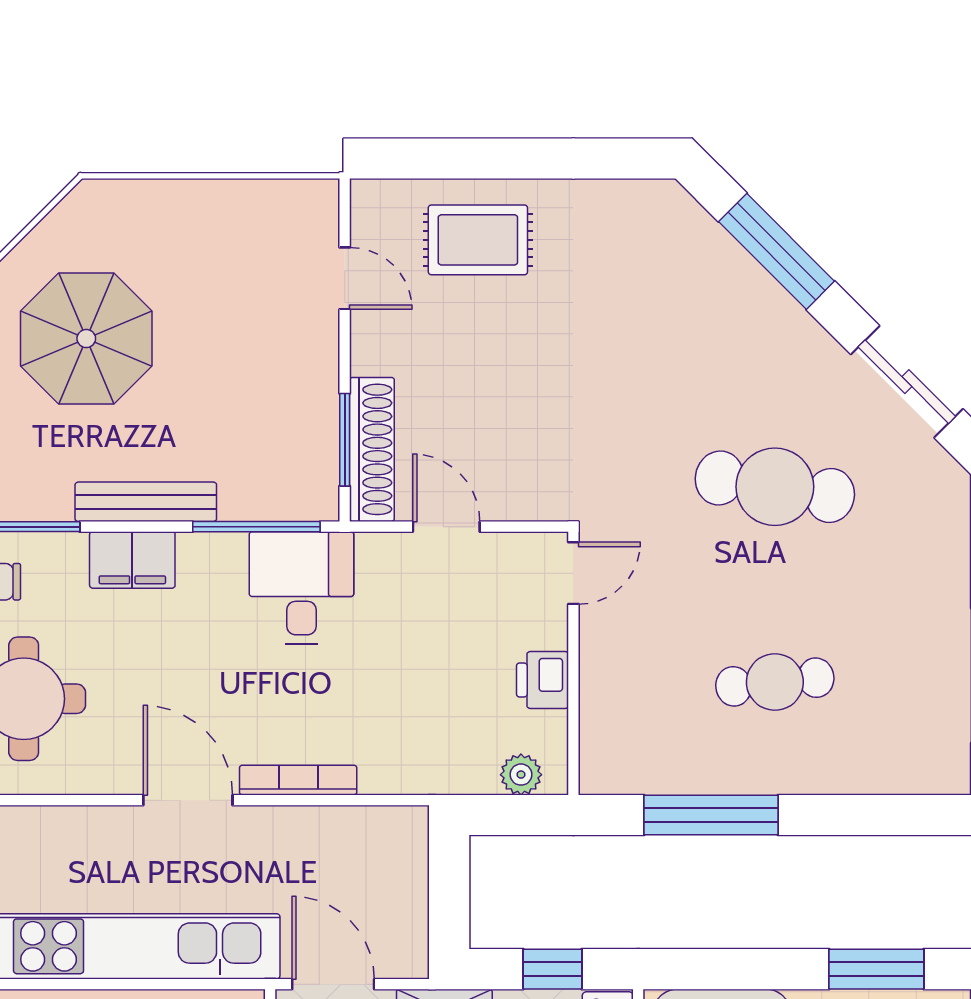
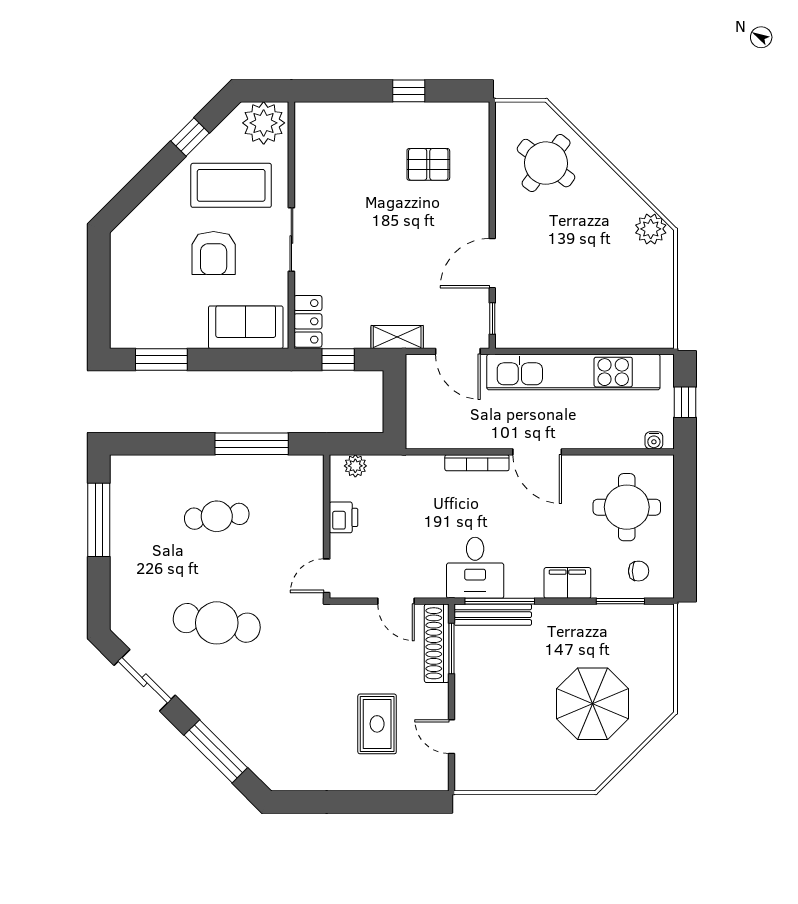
rug: (478, 240) -> (377, 724), moved, turned 90
bench: (146, 502) -> (493, 615), moved

